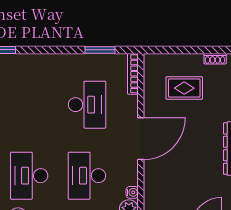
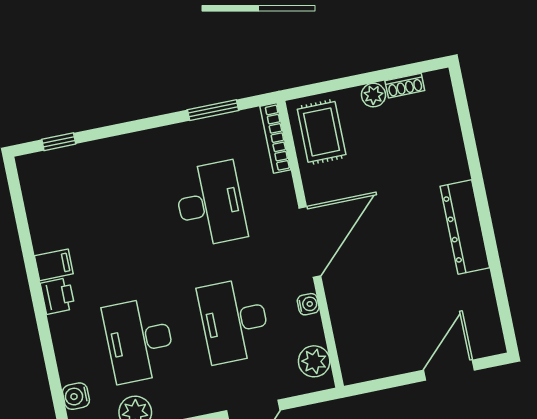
plant: (196, 60) -> (373, 95), added
rug: (184, 88) -> (322, 132), moved, turned 90
water cooler: (132, 192) -> (308, 304), moved

